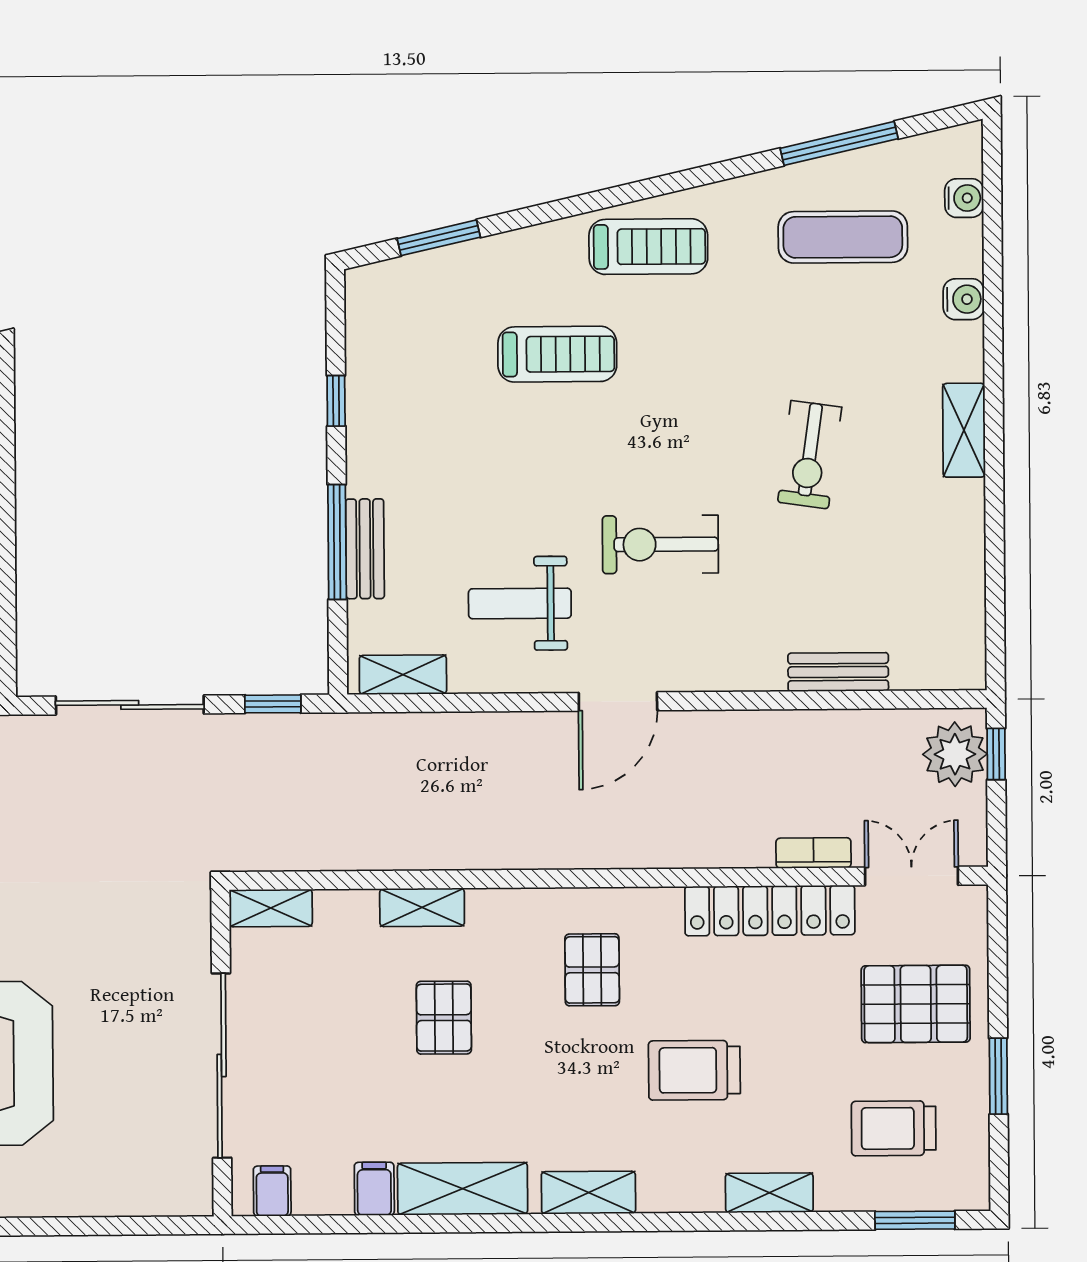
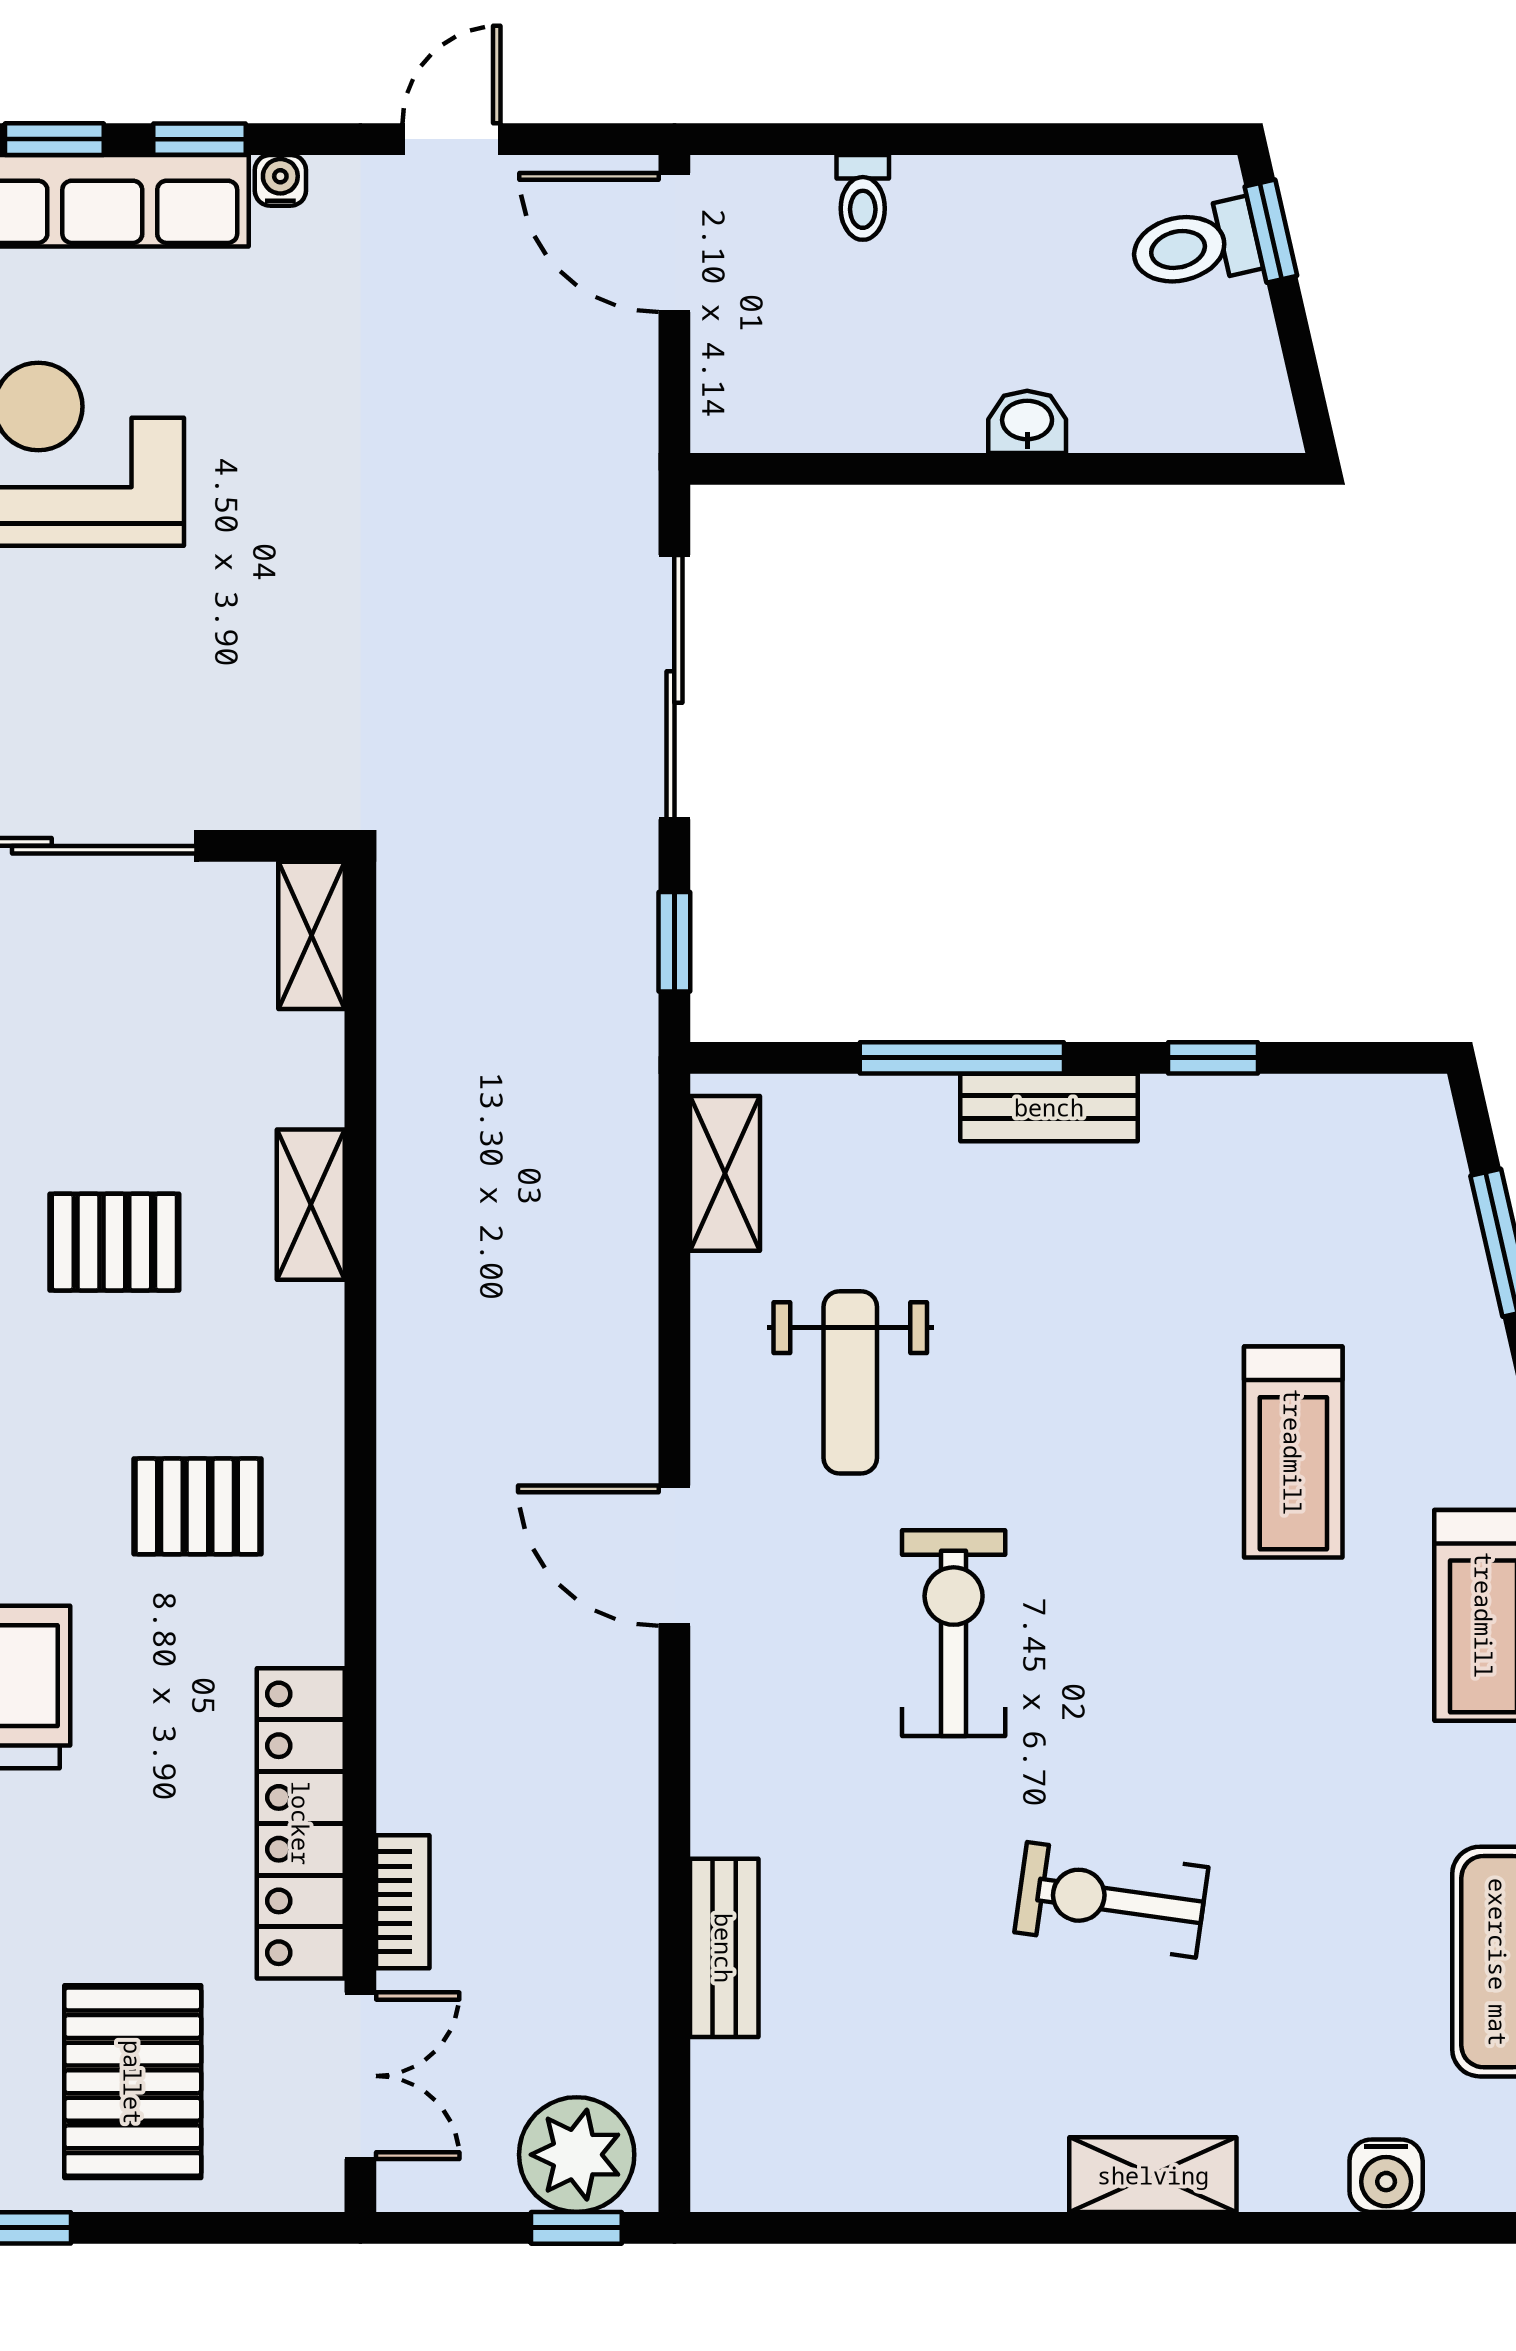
bench: (365, 549) -> (1049, 1107), moved
weight bench: (520, 603) -> (850, 1382), turned 180

